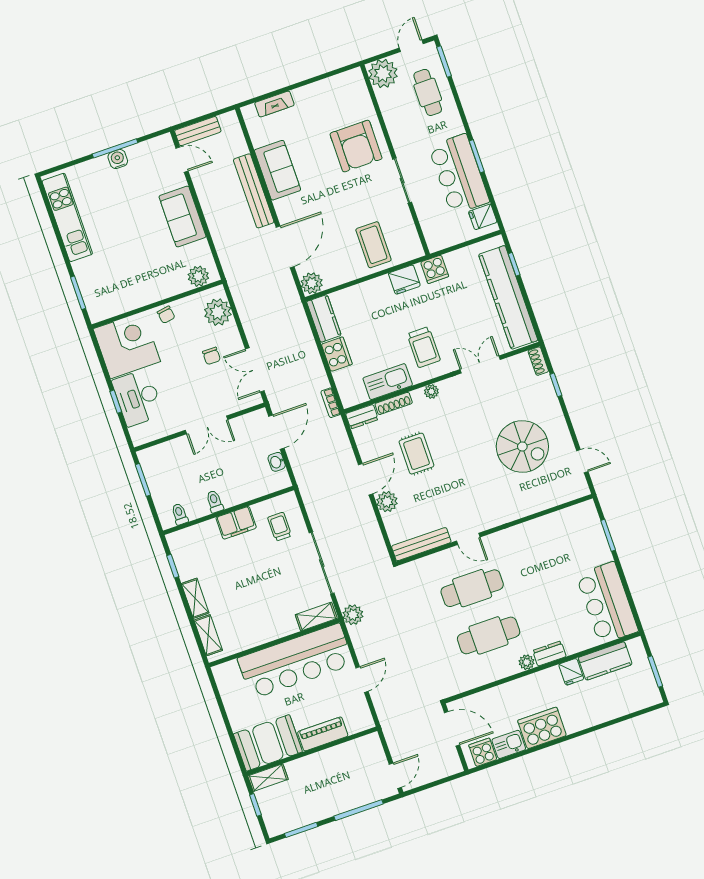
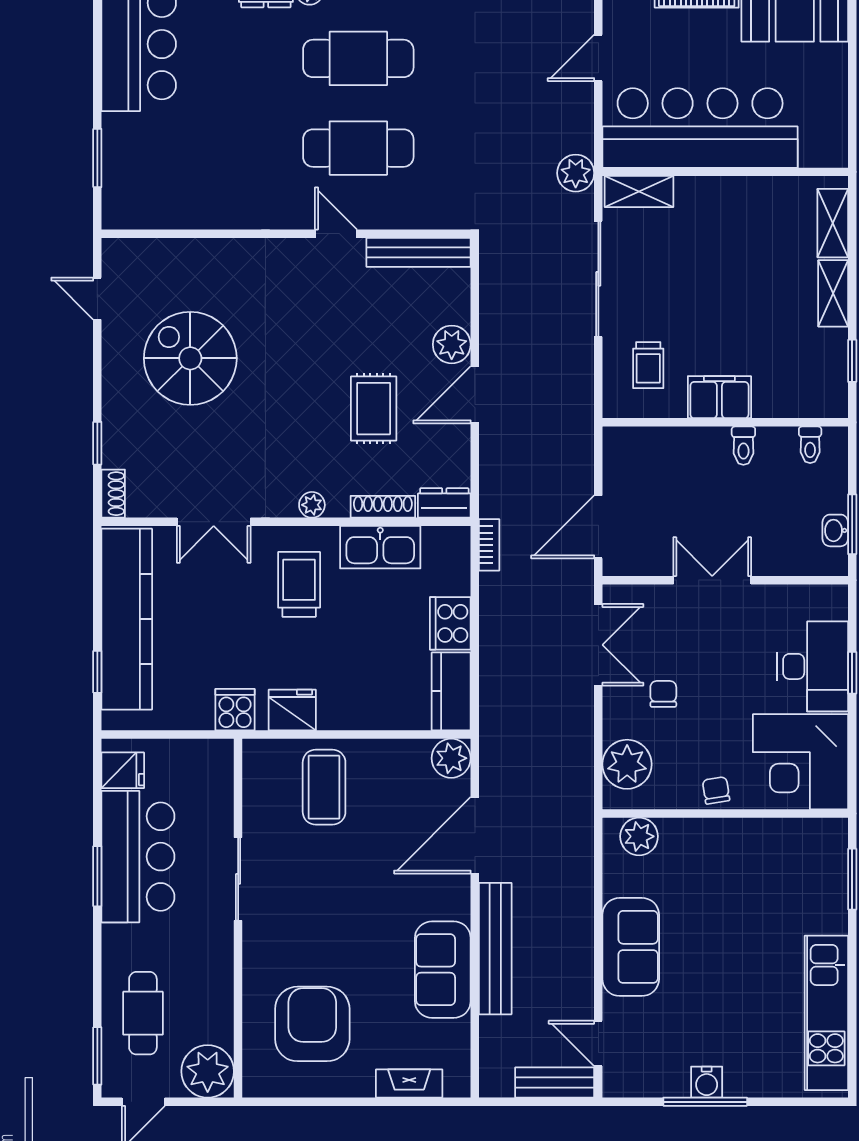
armchair: (356, 146) -> (312, 1024), moved
washbasin: (277, 462) -> (835, 530), moved, turned 180

